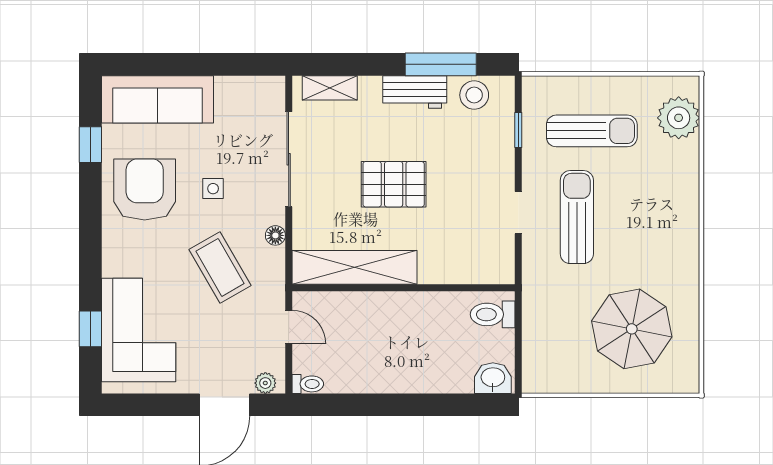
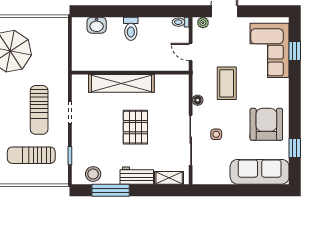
workbench: (415, 92) -> (137, 176), moved
pallet: (394, 184) -> (135, 127), turned 90
armchair: (145, 189) -> (266, 124), turned 180
side table: (213, 189) -> (216, 134), moved
coffee table: (220, 267) -> (227, 83), turned 30
shelving: (354, 267) -> (121, 83), moved
toilet: (493, 314) -> (131, 29), moved, turned 90
washbasin: (493, 378) -> (97, 25), moved

